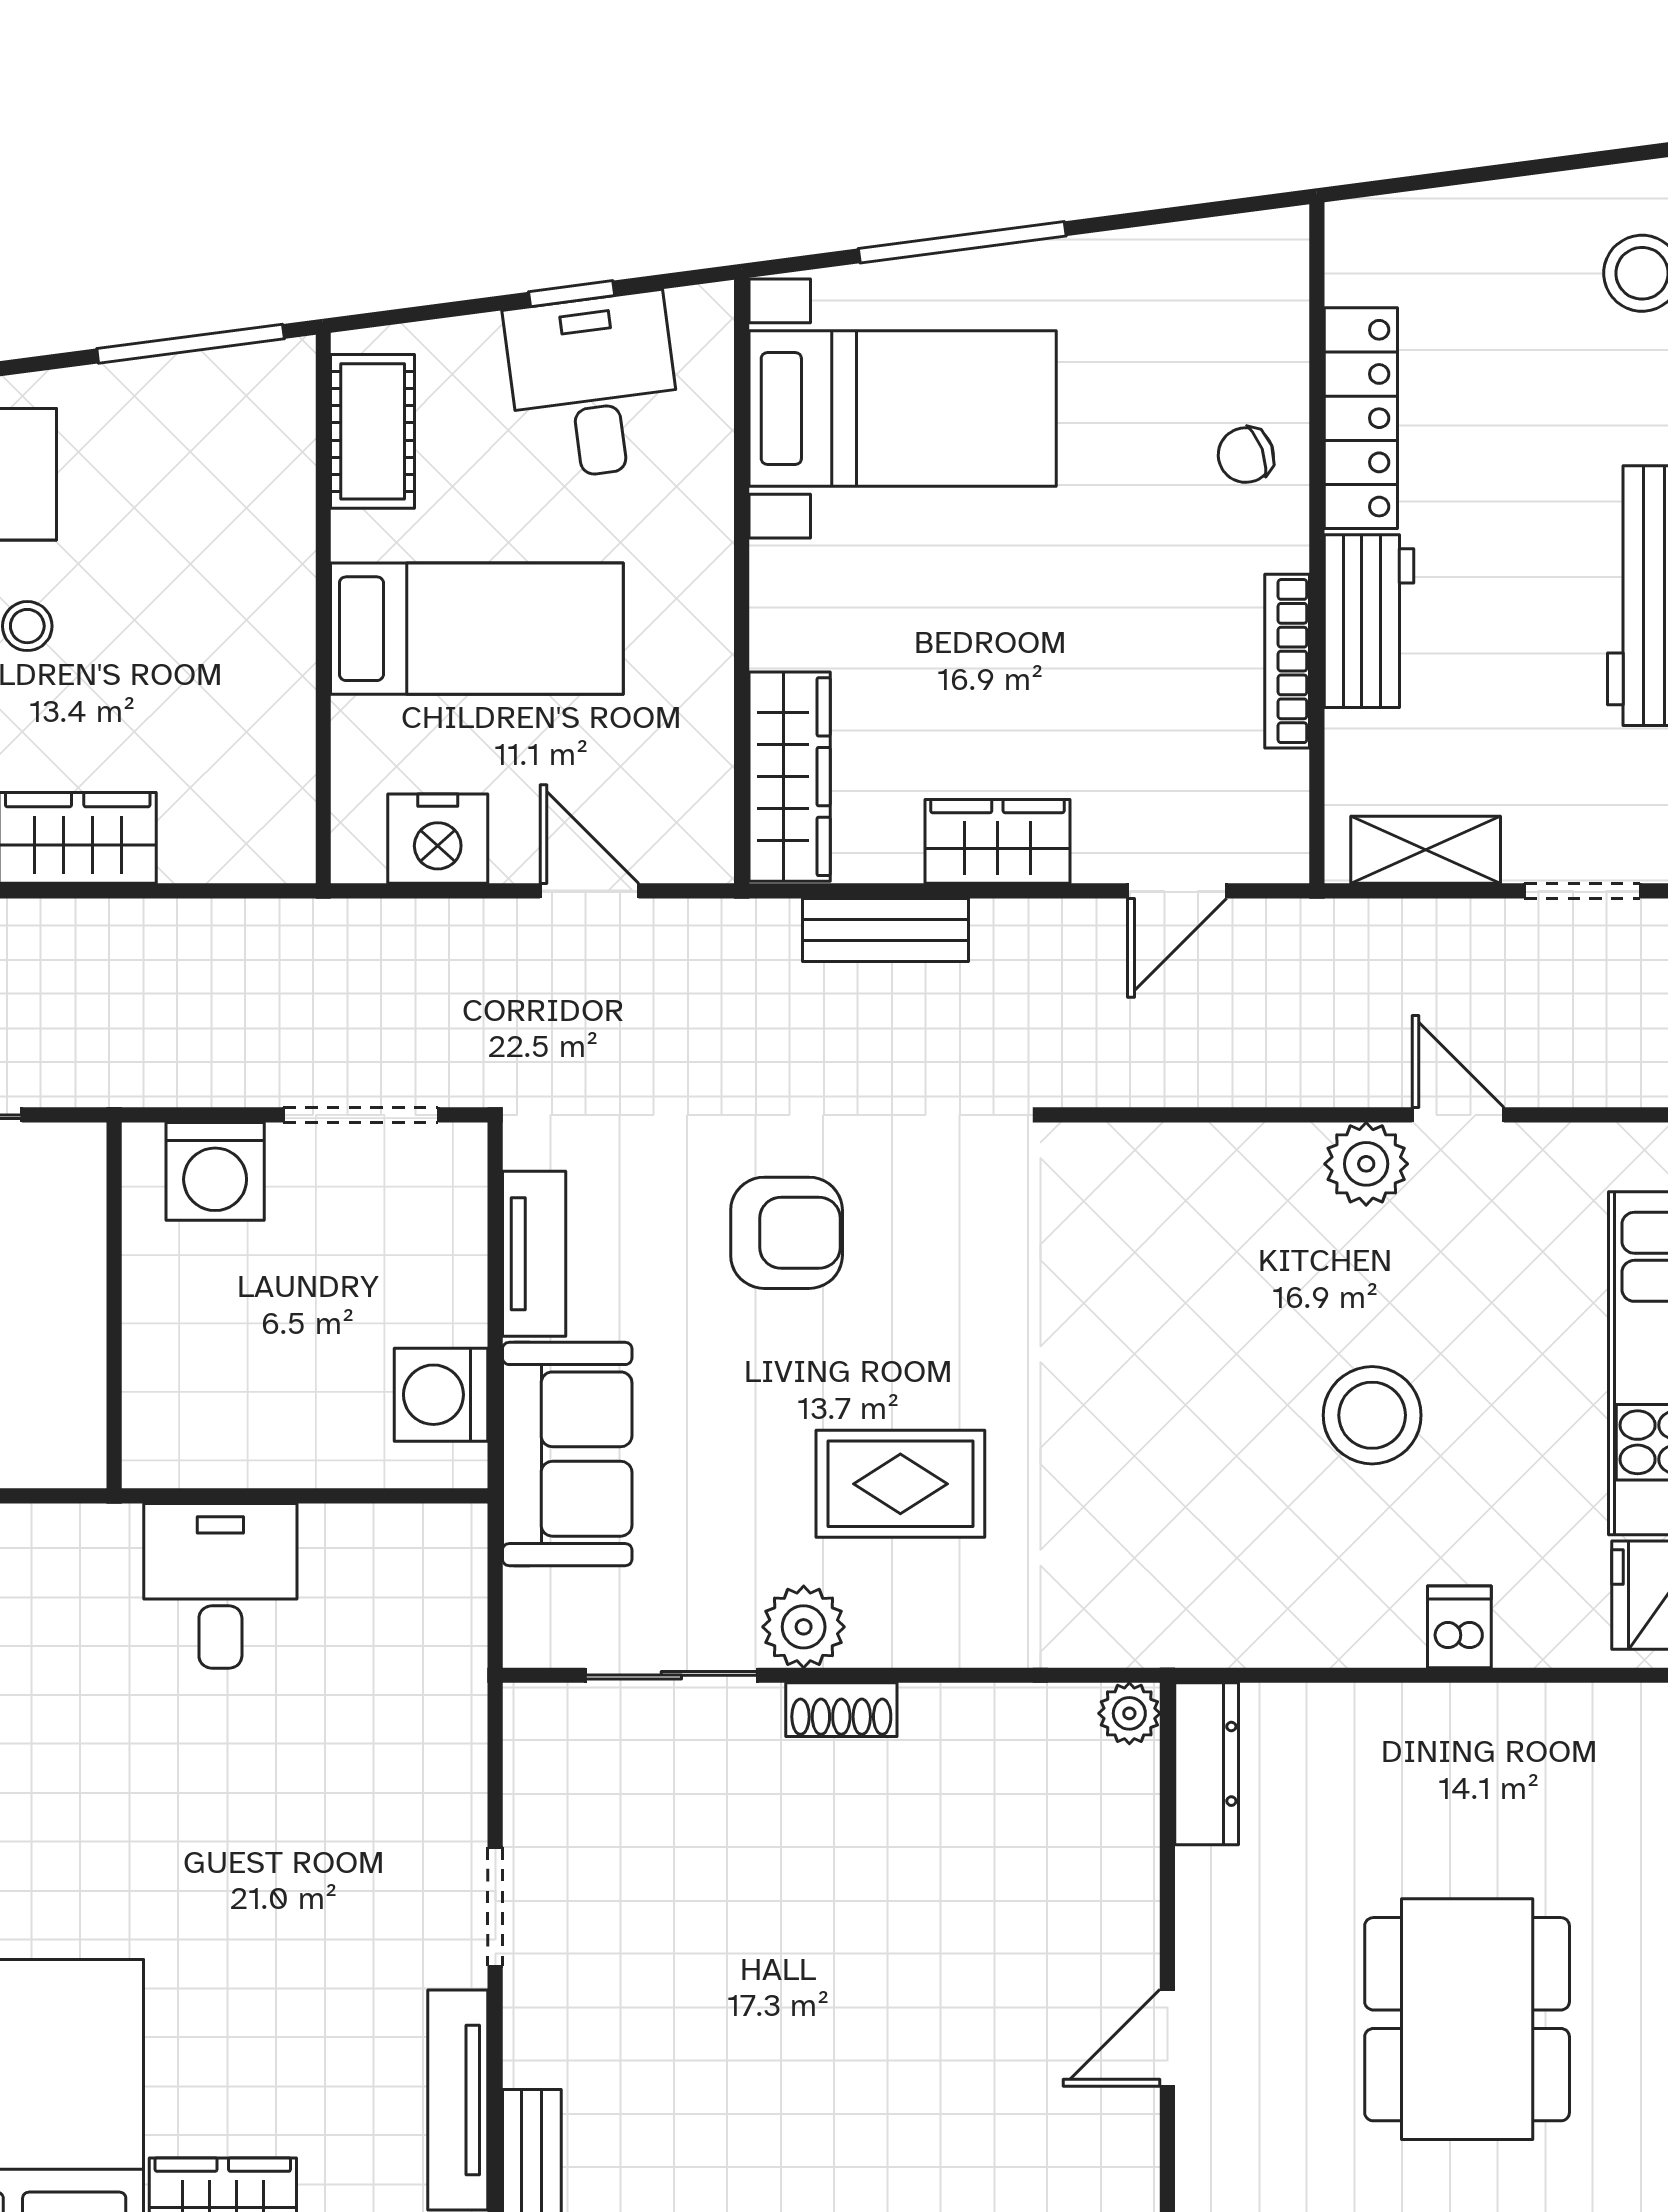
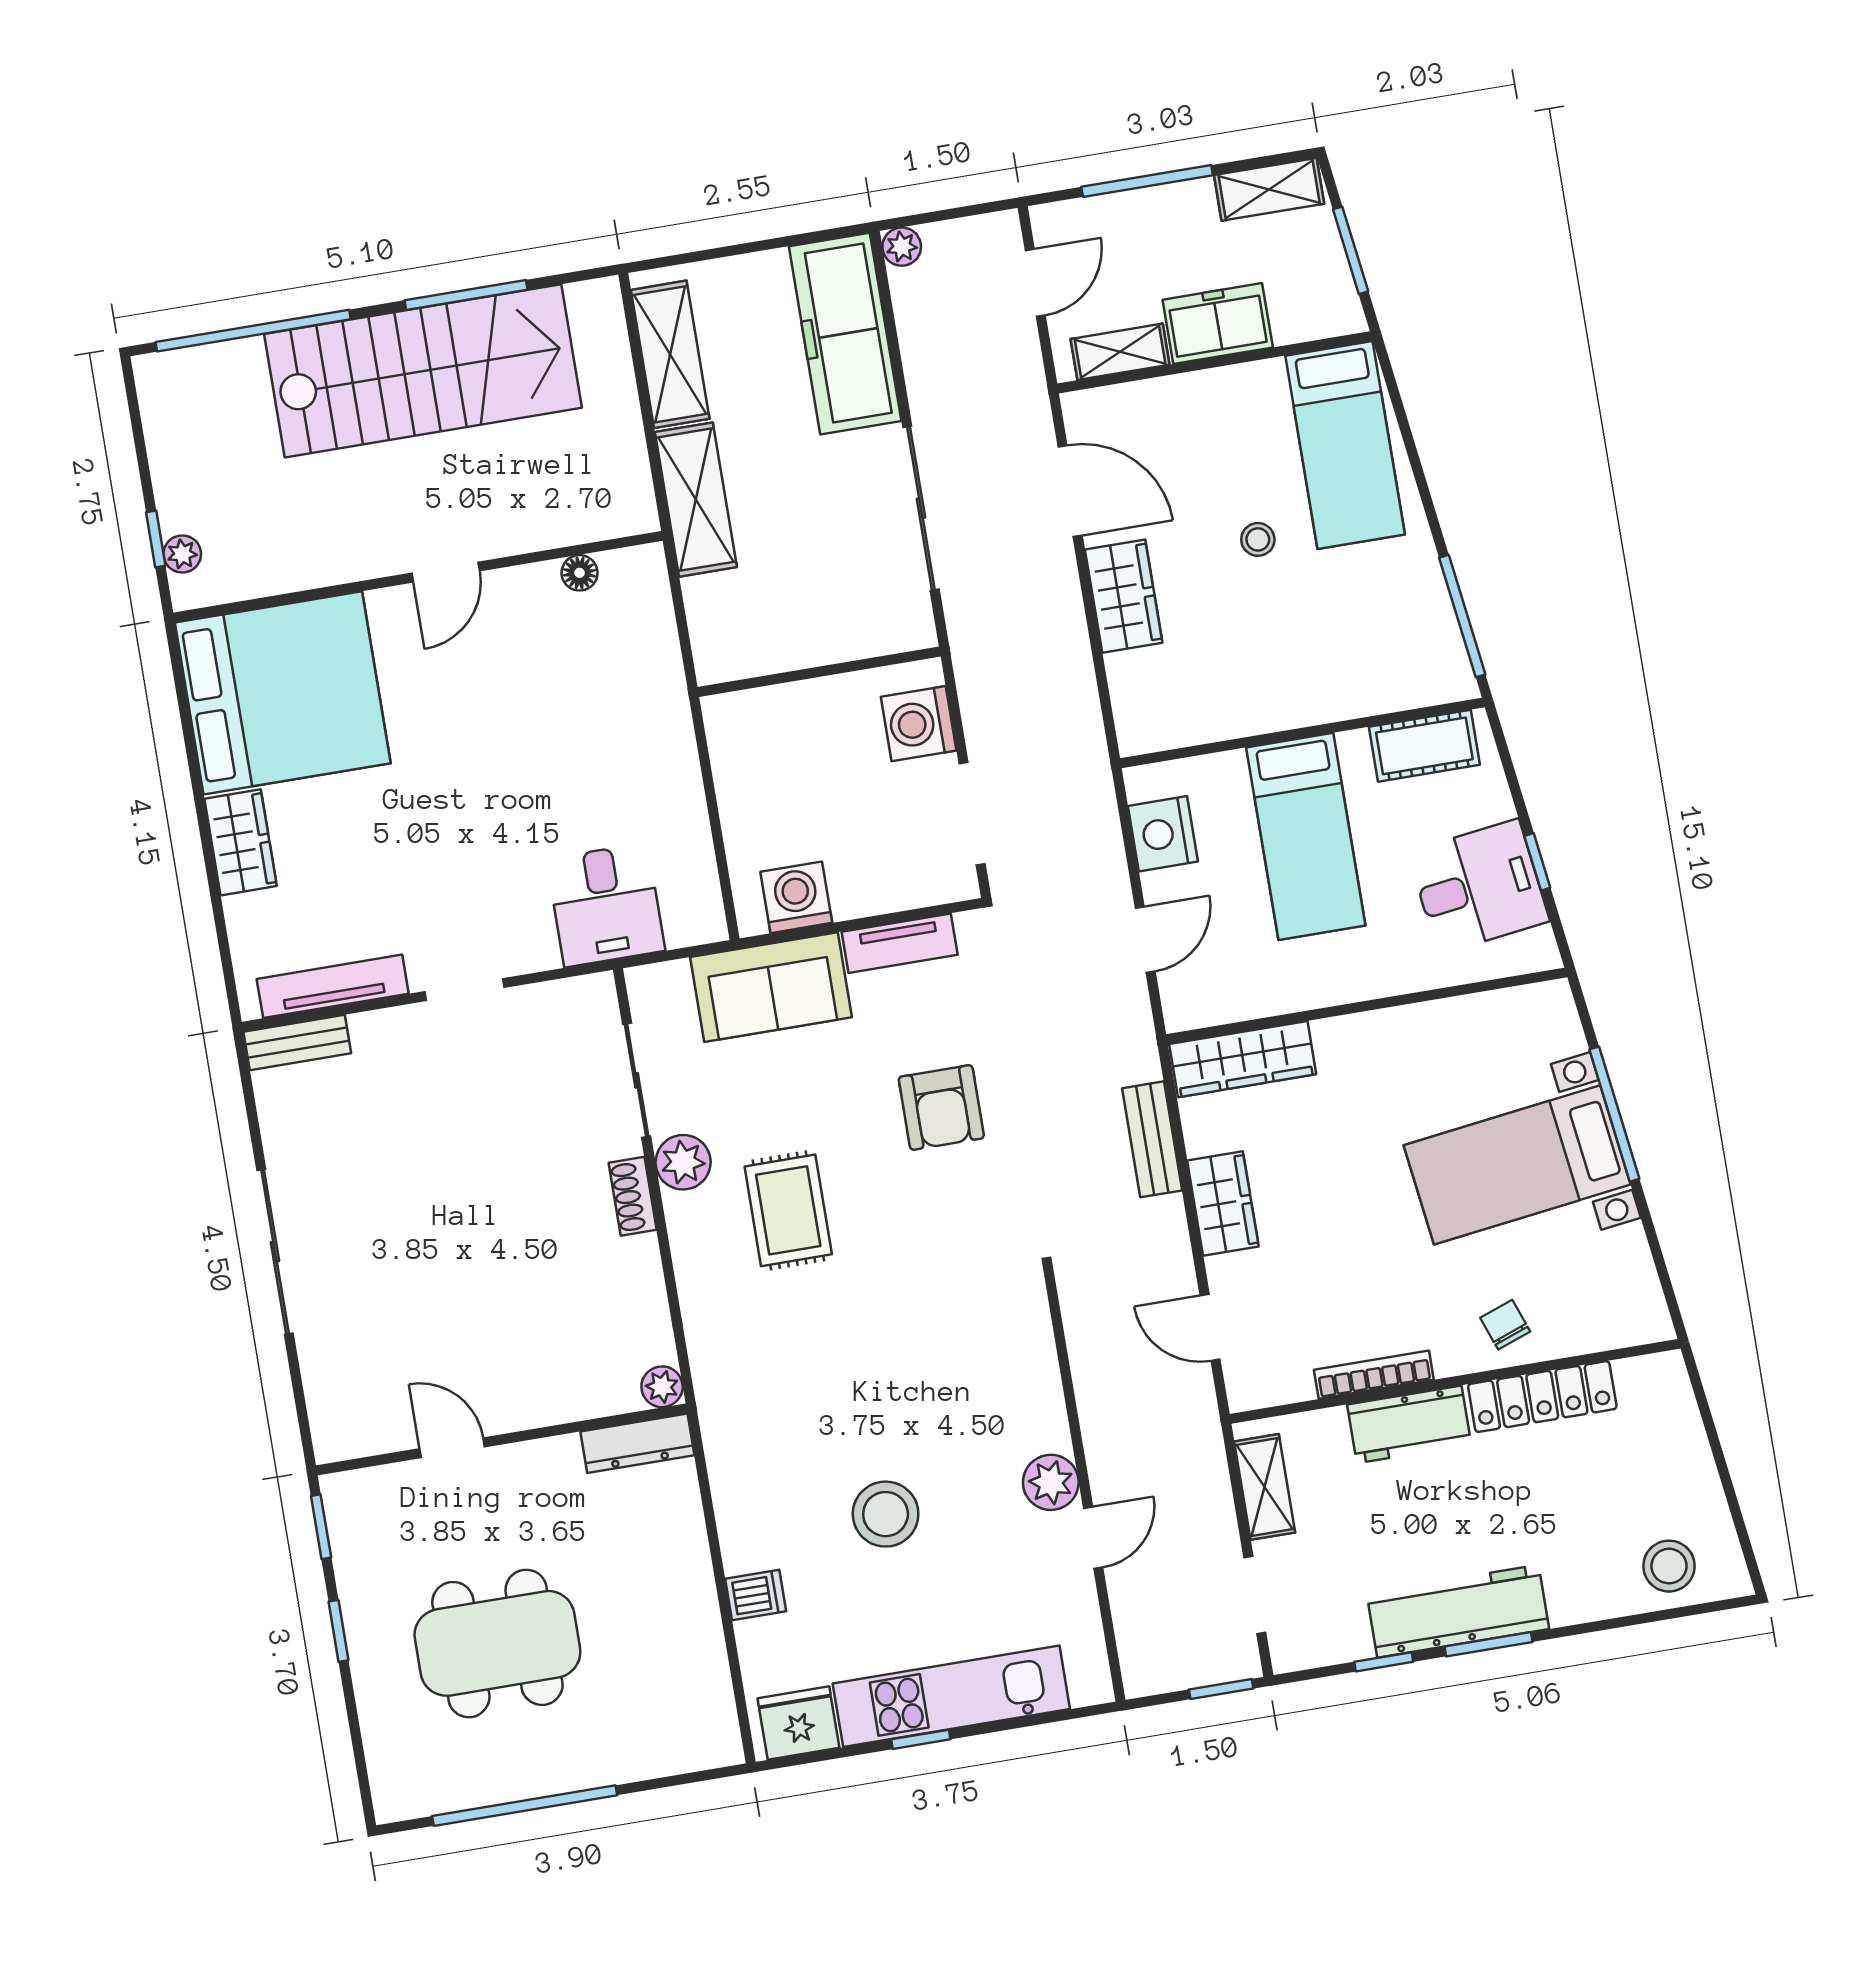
bed with nightstands: (903, 409) -> (1517, 1165), moved, turned 83
desk: (220, 1586) -> (606, 905), moved, turned 90

